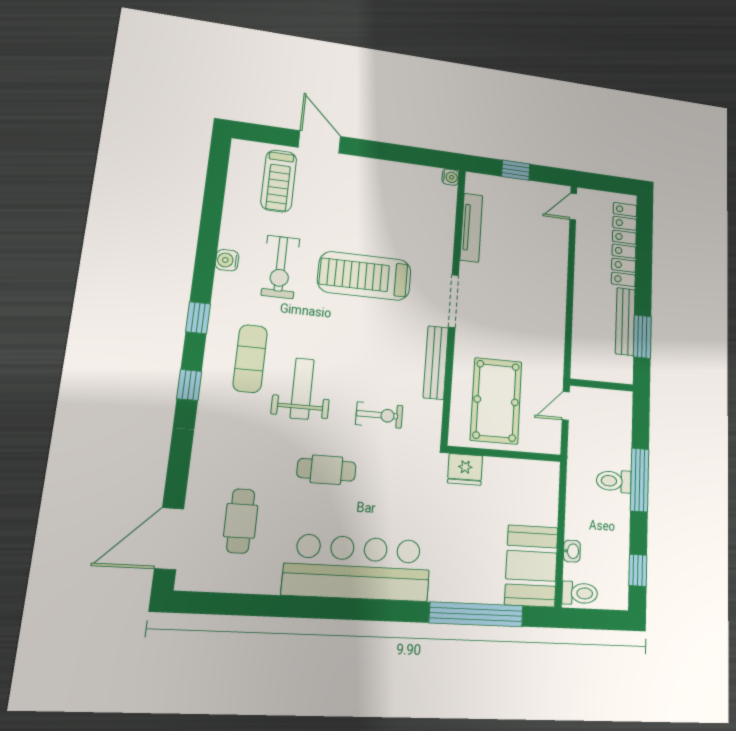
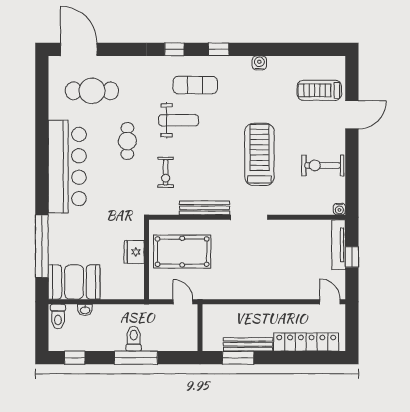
tv unit: (471, 228) -> (339, 245), moved, turned 90
exercise bike: (280, 267) -> (323, 165), moved
fridge: (465, 469) -> (134, 252), moved
cafe table: (241, 521) -> (92, 91), width x1.37, depth x1.35

